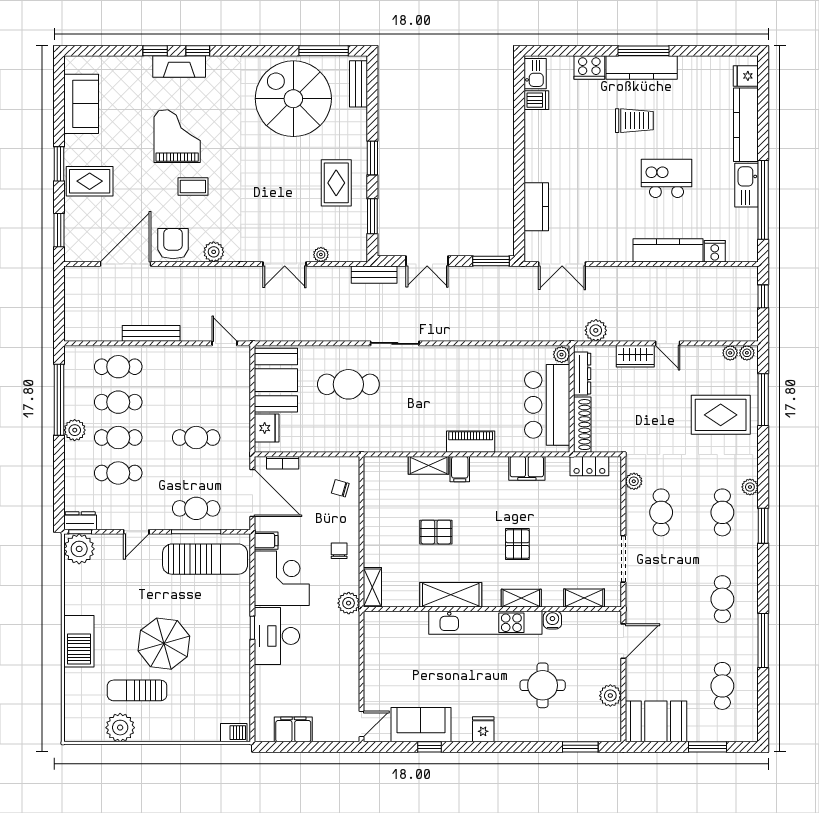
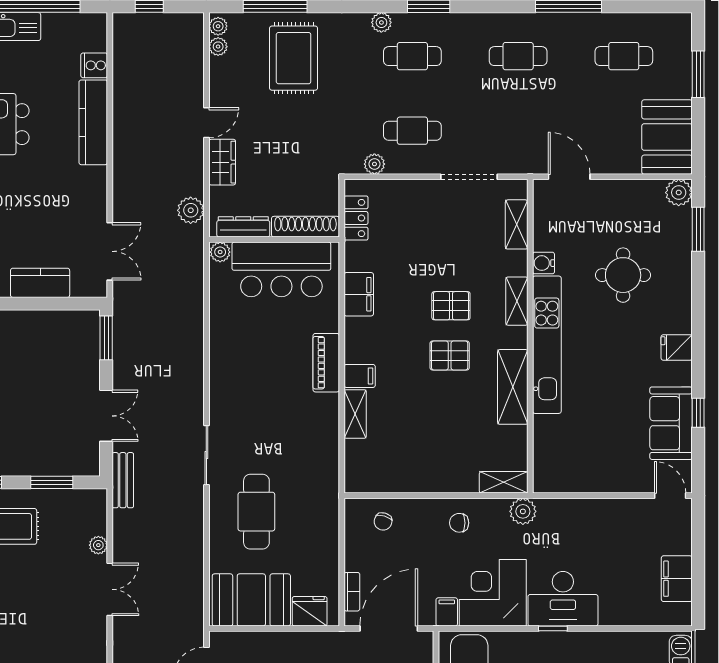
pallet: (436, 532) -> (450, 356), moved, turned 90
plant: (610, 696) -> (679, 193), moved

